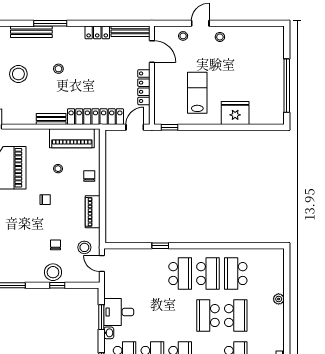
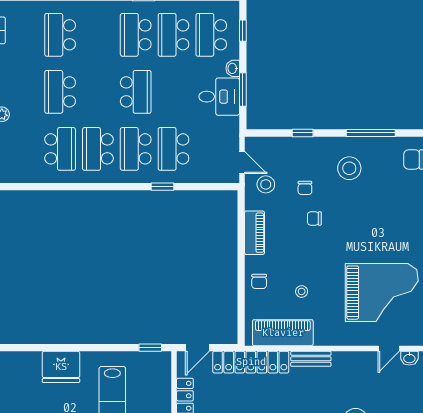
chair: (45, 200) -> (314, 218), moved
stool: (53, 272) -> (349, 168), moved
school desk: (152, 274) -> (173, 149), added
school desk: (208, 316) -> (136, 92), moved

